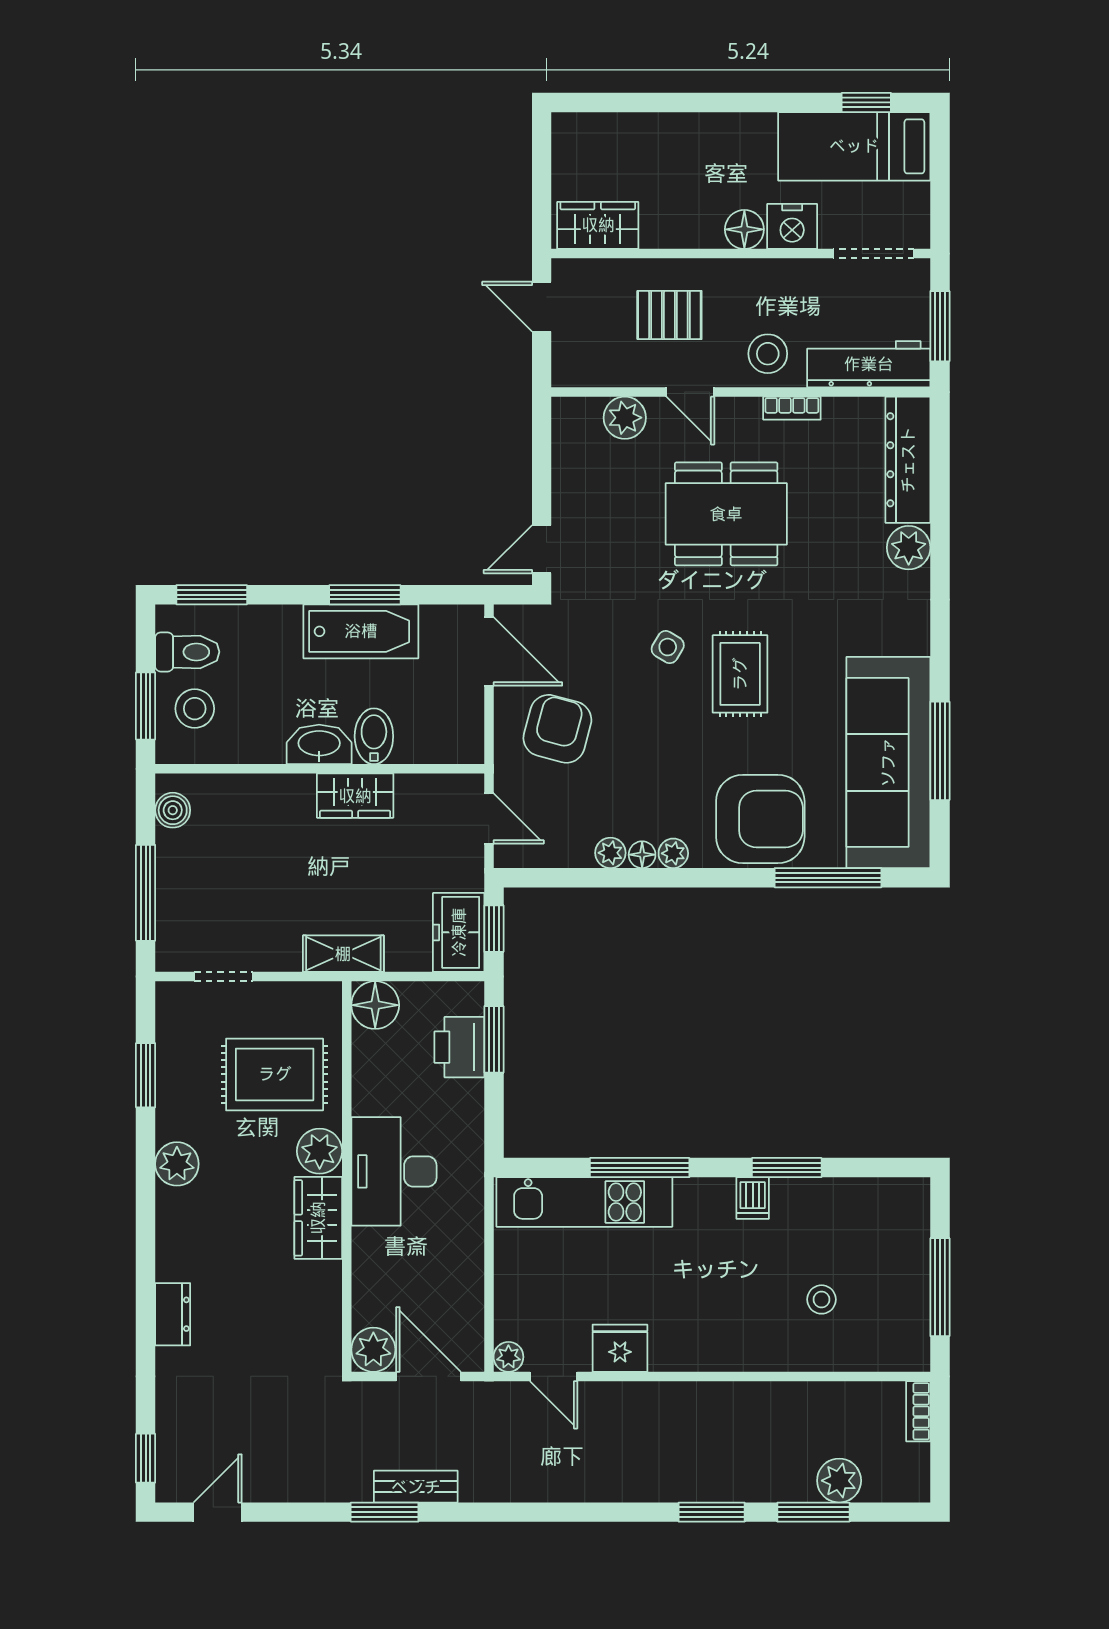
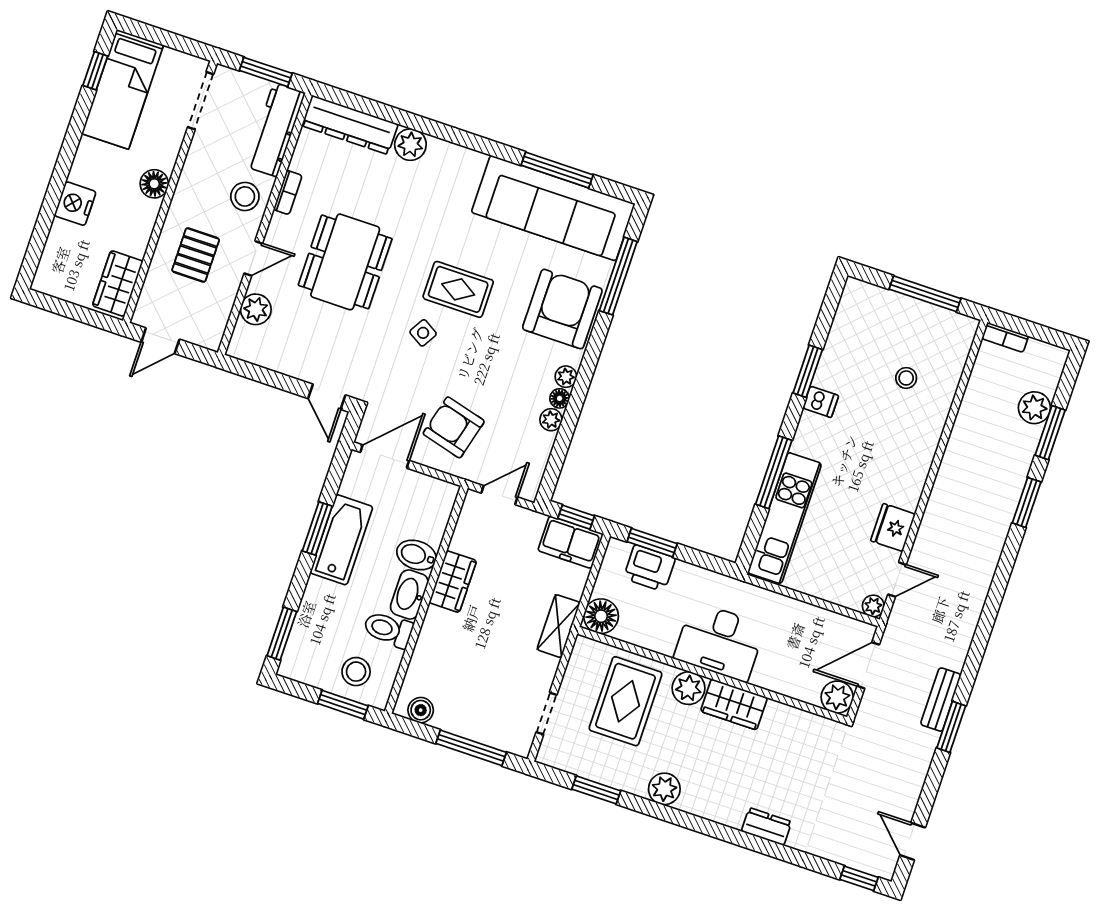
nightstand: (792, 226) -> (75, 204), moved, turned 180
toilet: (187, 652) -> (388, 629), moved, turned -90

